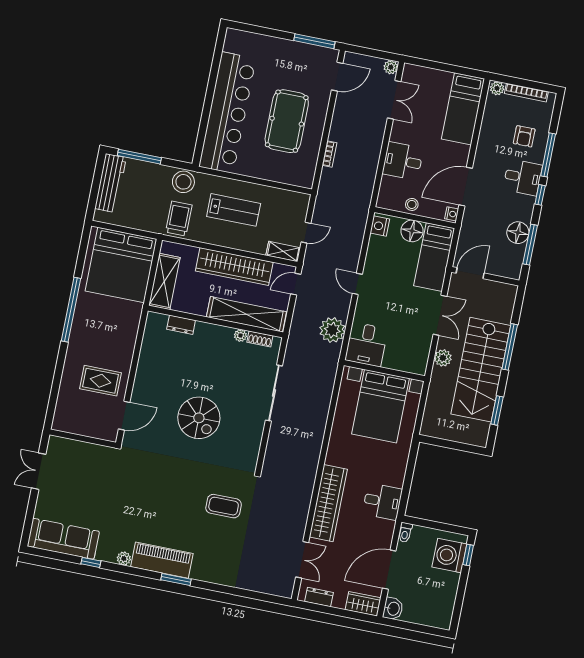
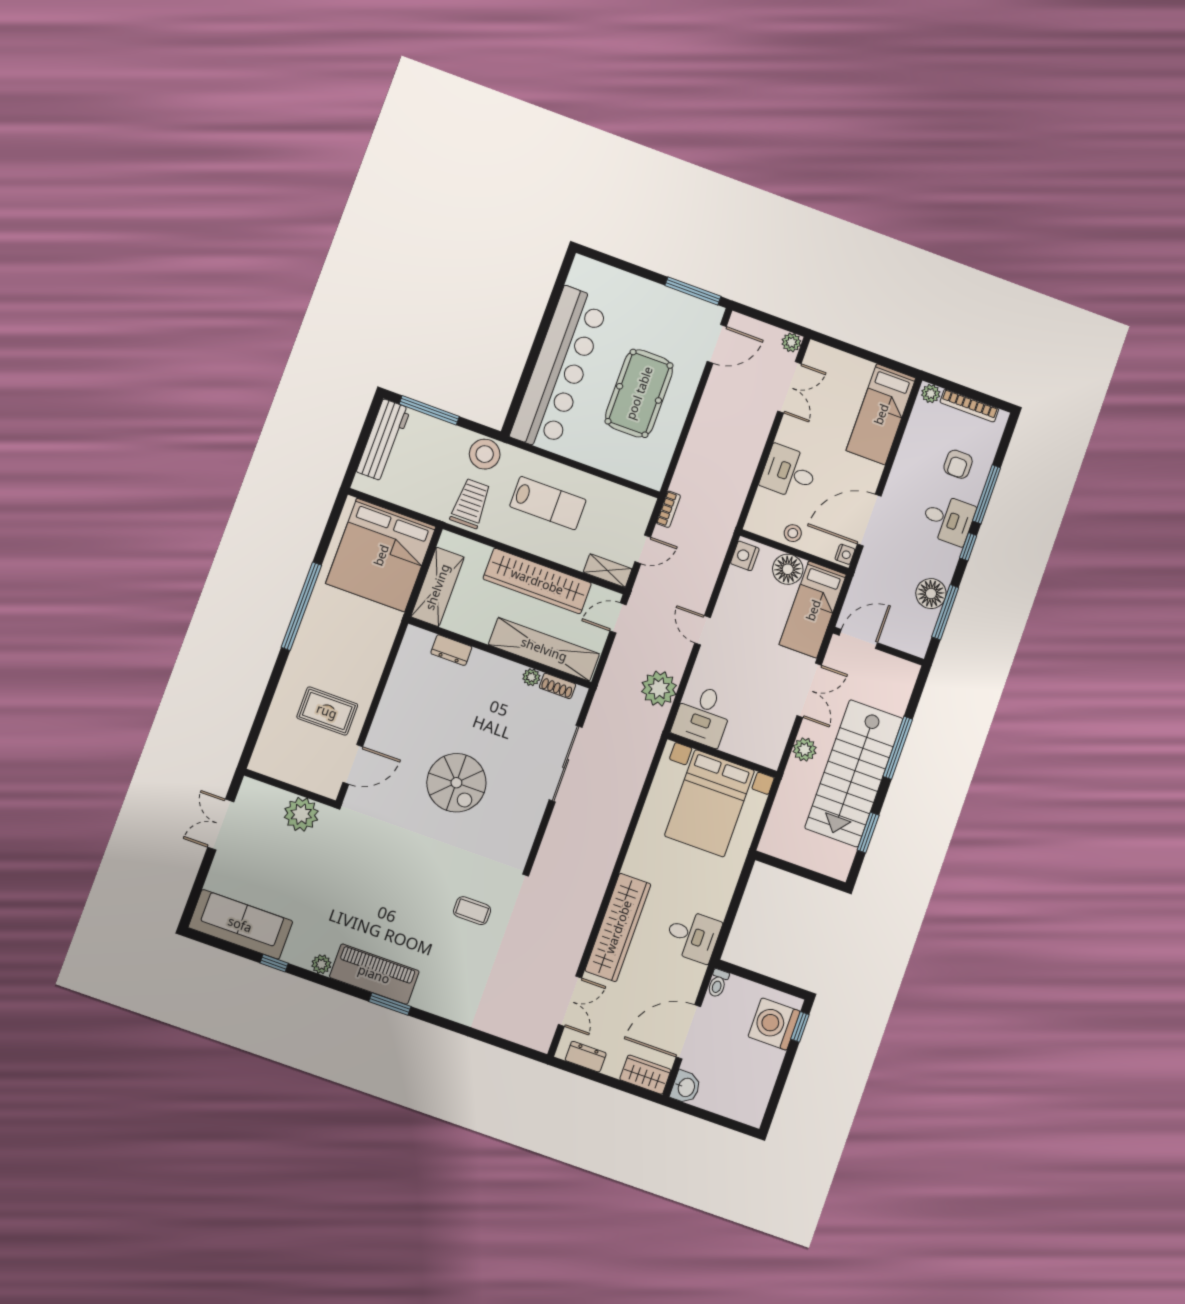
bookcase: (329, 154) -> (668, 509), moved
plant: (94, 456) -> (301, 814), added
coffee table: (224, 506) -> (472, 911), width x0.73, depth x0.77

